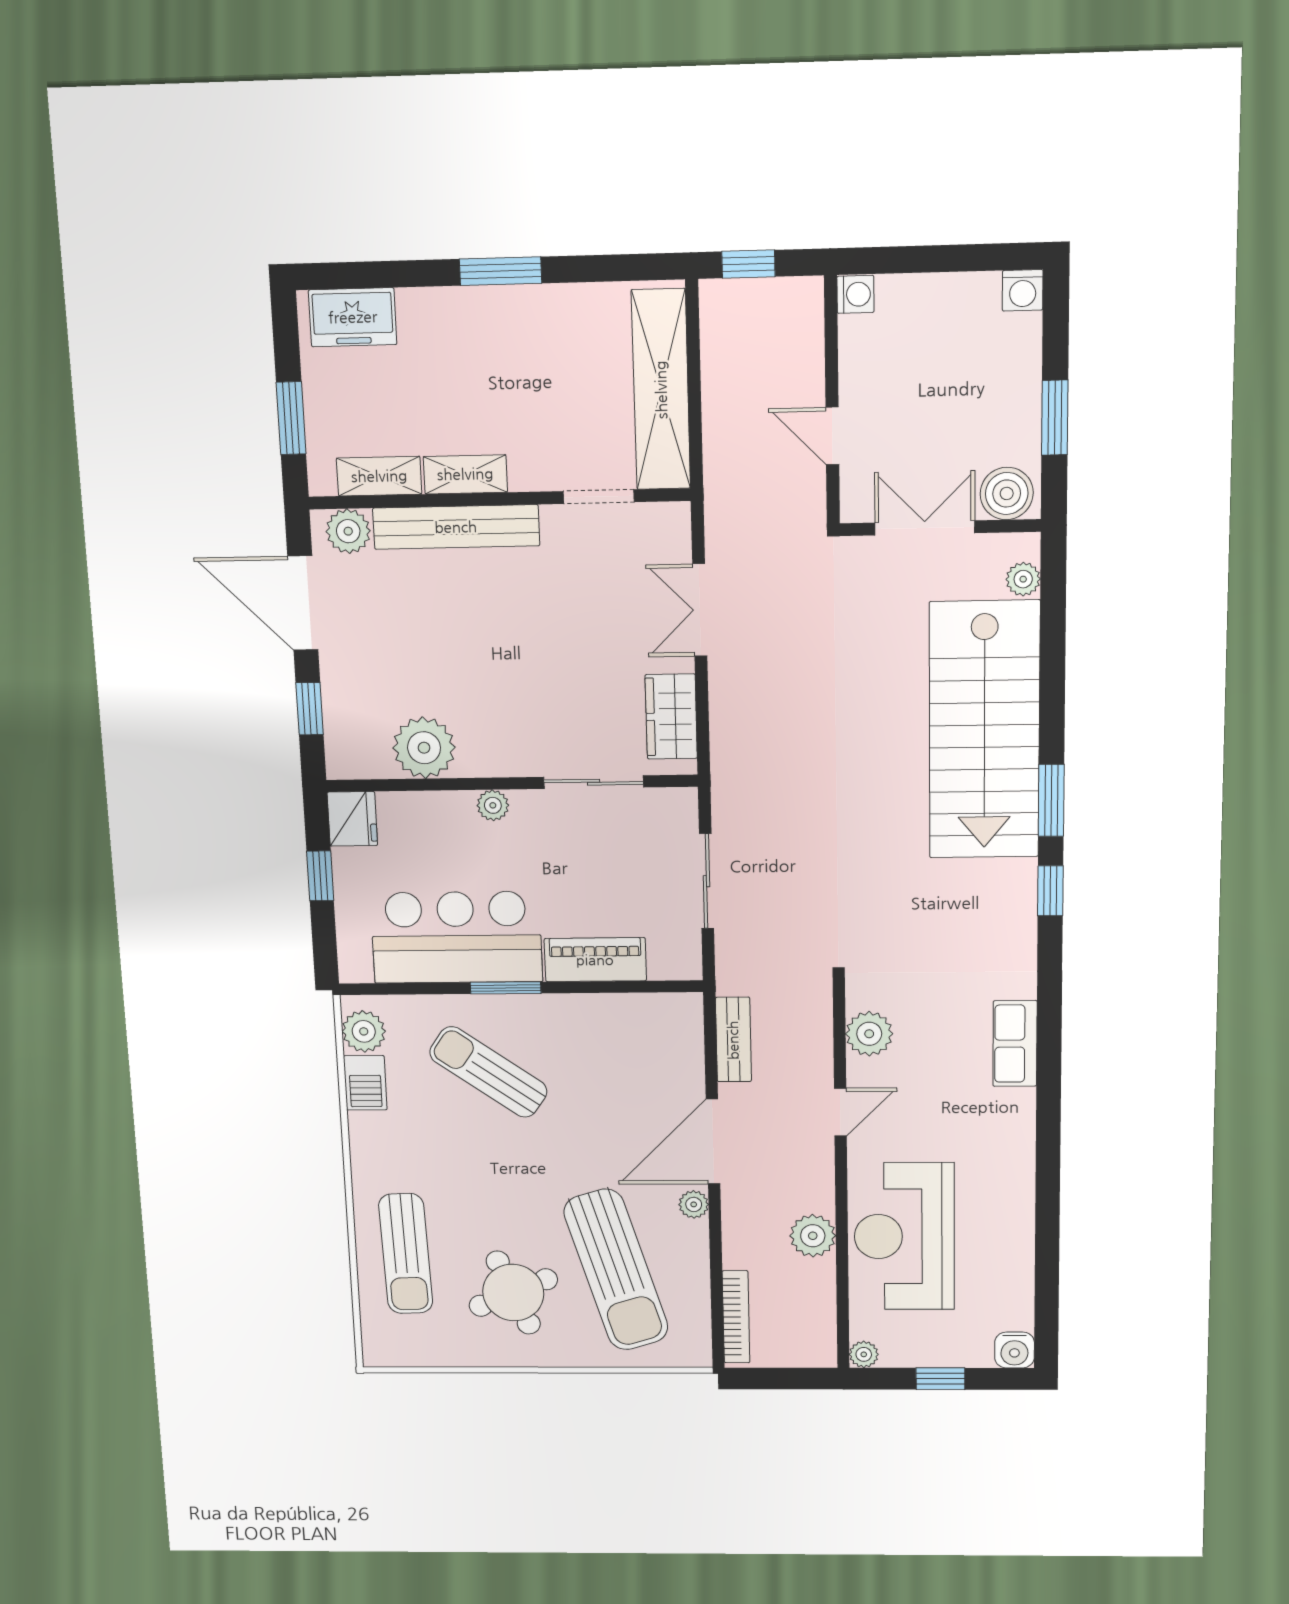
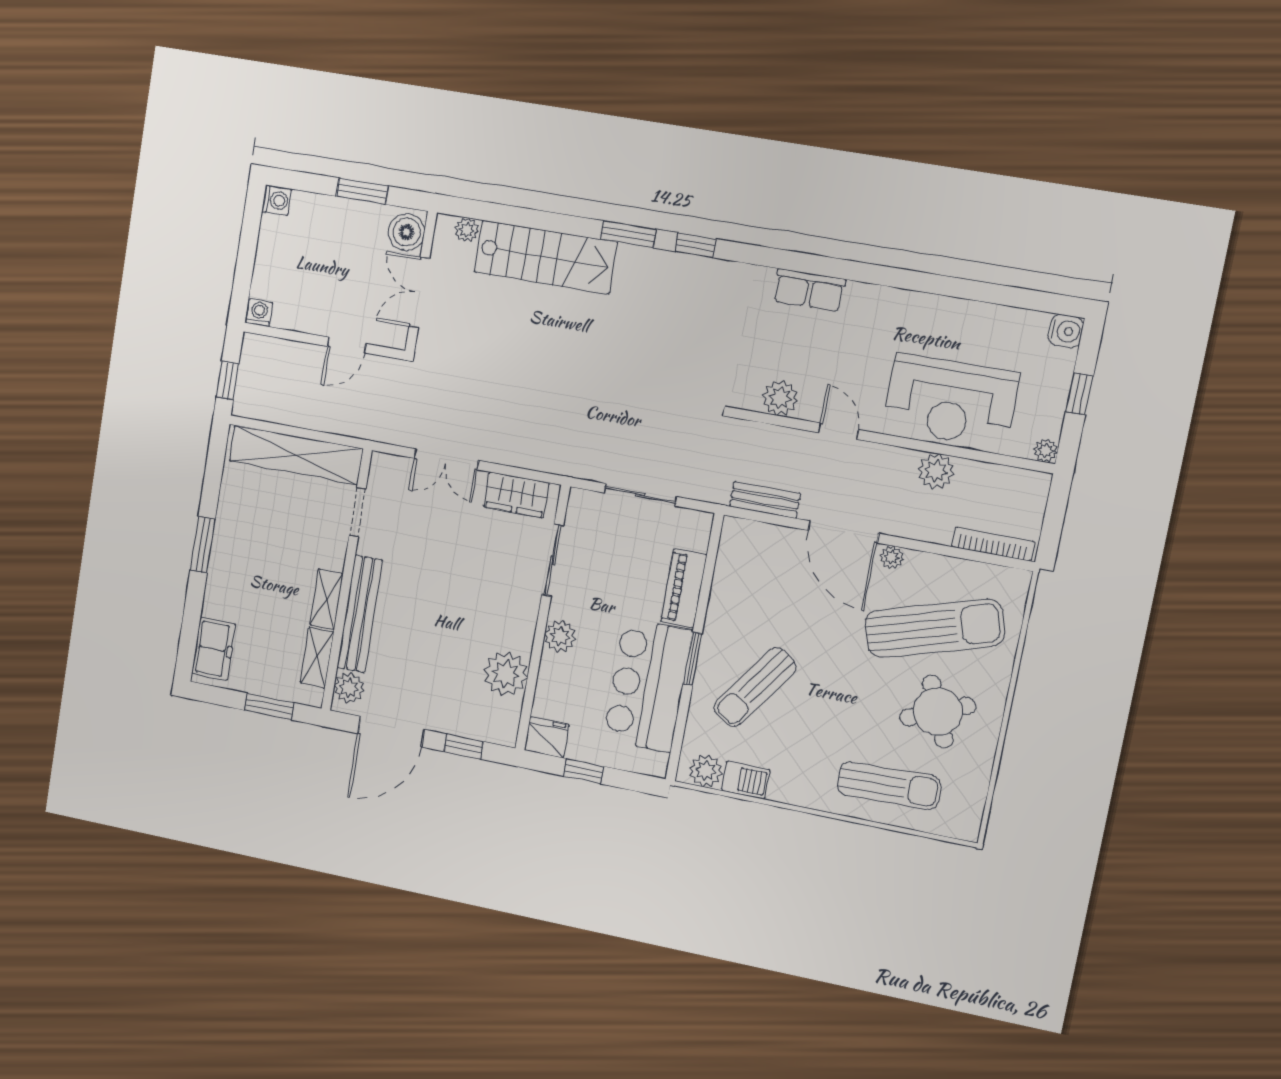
stairs: (984, 730) -> (546, 257), width x0.73, depth x0.66
plant: (493, 805) -> (560, 636), width x1.38, depth x1.38

